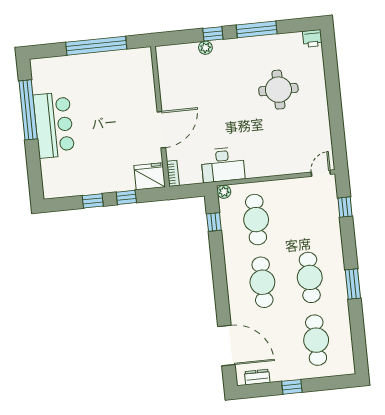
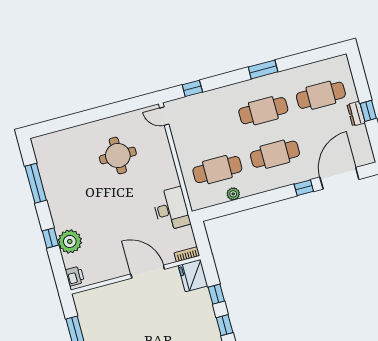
window: (257, 29) -> (36, 183), moved
printer: (312, 38) -> (75, 276), moved
plant: (205, 48) -> (70, 241), width x1.88, depth x1.88
round table: (278, 90) -> (118, 156), moved
plant: (224, 192) -> (233, 194), moved
window: (214, 222) -> (304, 188), moved
dresser: (257, 377) -> (356, 114), moved

